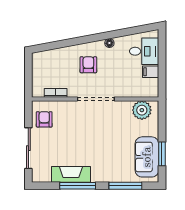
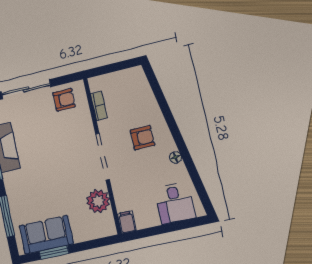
filing cabinet: (151, 72) -> (127, 222), moved
plant: (142, 110) -> (98, 201), moved

